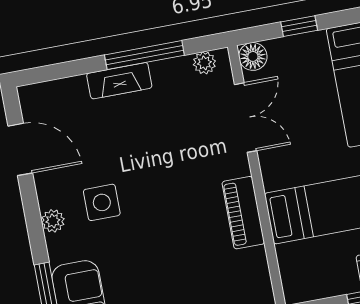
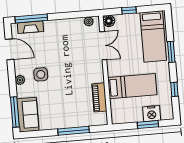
window: (144, 55) -> (31, 19), moved
fireplace: (119, 81) -> (30, 27), moved
piano: (243, 213) -> (99, 97), moved

